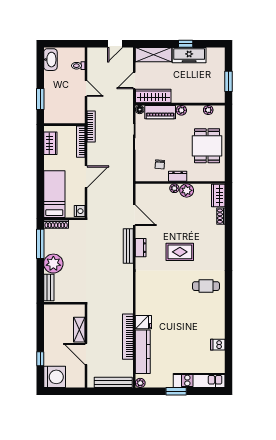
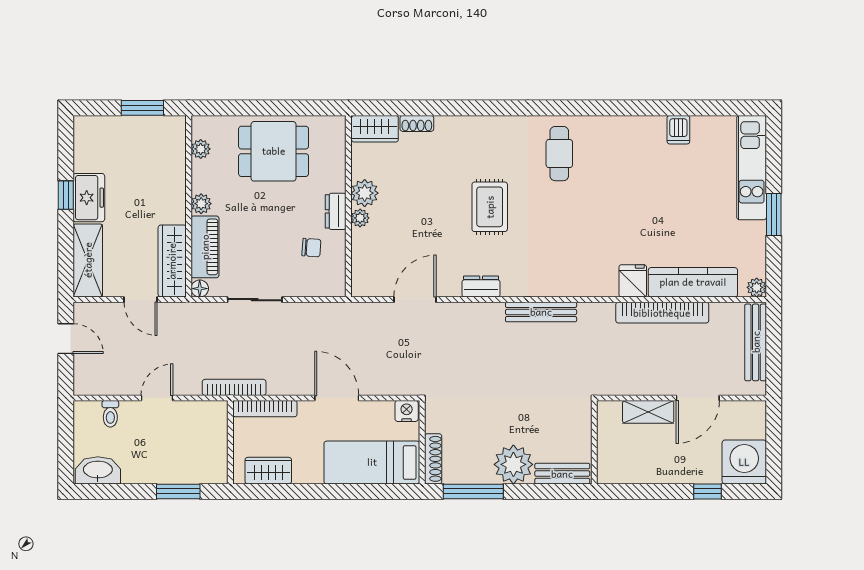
freezer: (189, 55) -> (89, 198), width x0.71
bench: (128, 246) -> (541, 312), moved

